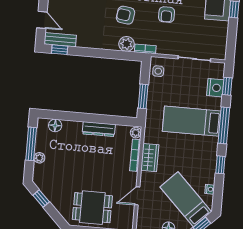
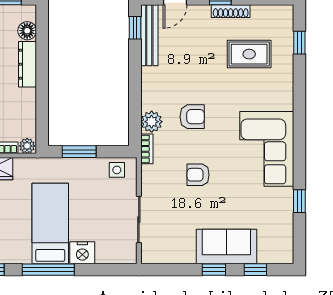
armchair: (126, 15) -> (192, 117), turned 82
bench: (60, 40) -> (149, 35), width x1.36
window: (227, 86) -> (104, 270), removed
nightstand: (215, 88) -> (82, 253), moved
dresser: (99, 129) -> (27, 64), moved

